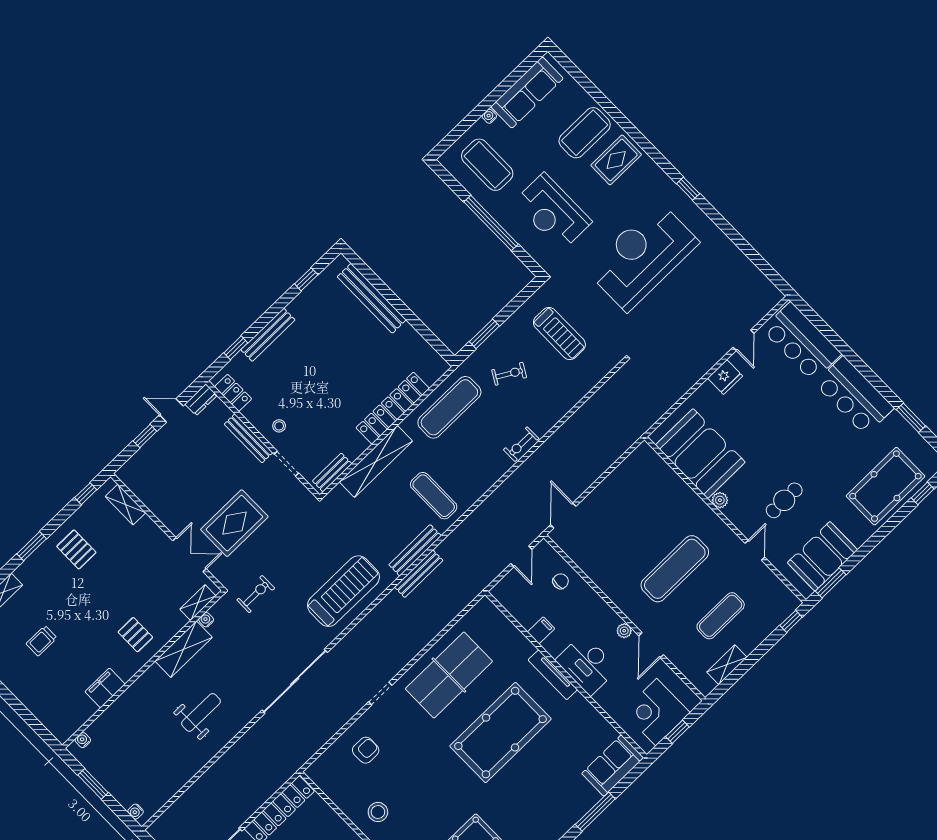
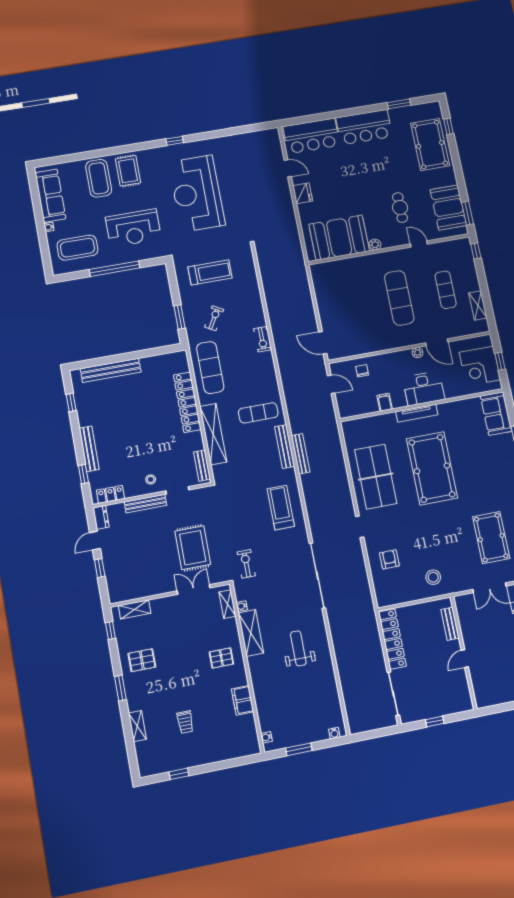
treadmill: (343, 591) -> (281, 507), width x0.73, depth x0.73

